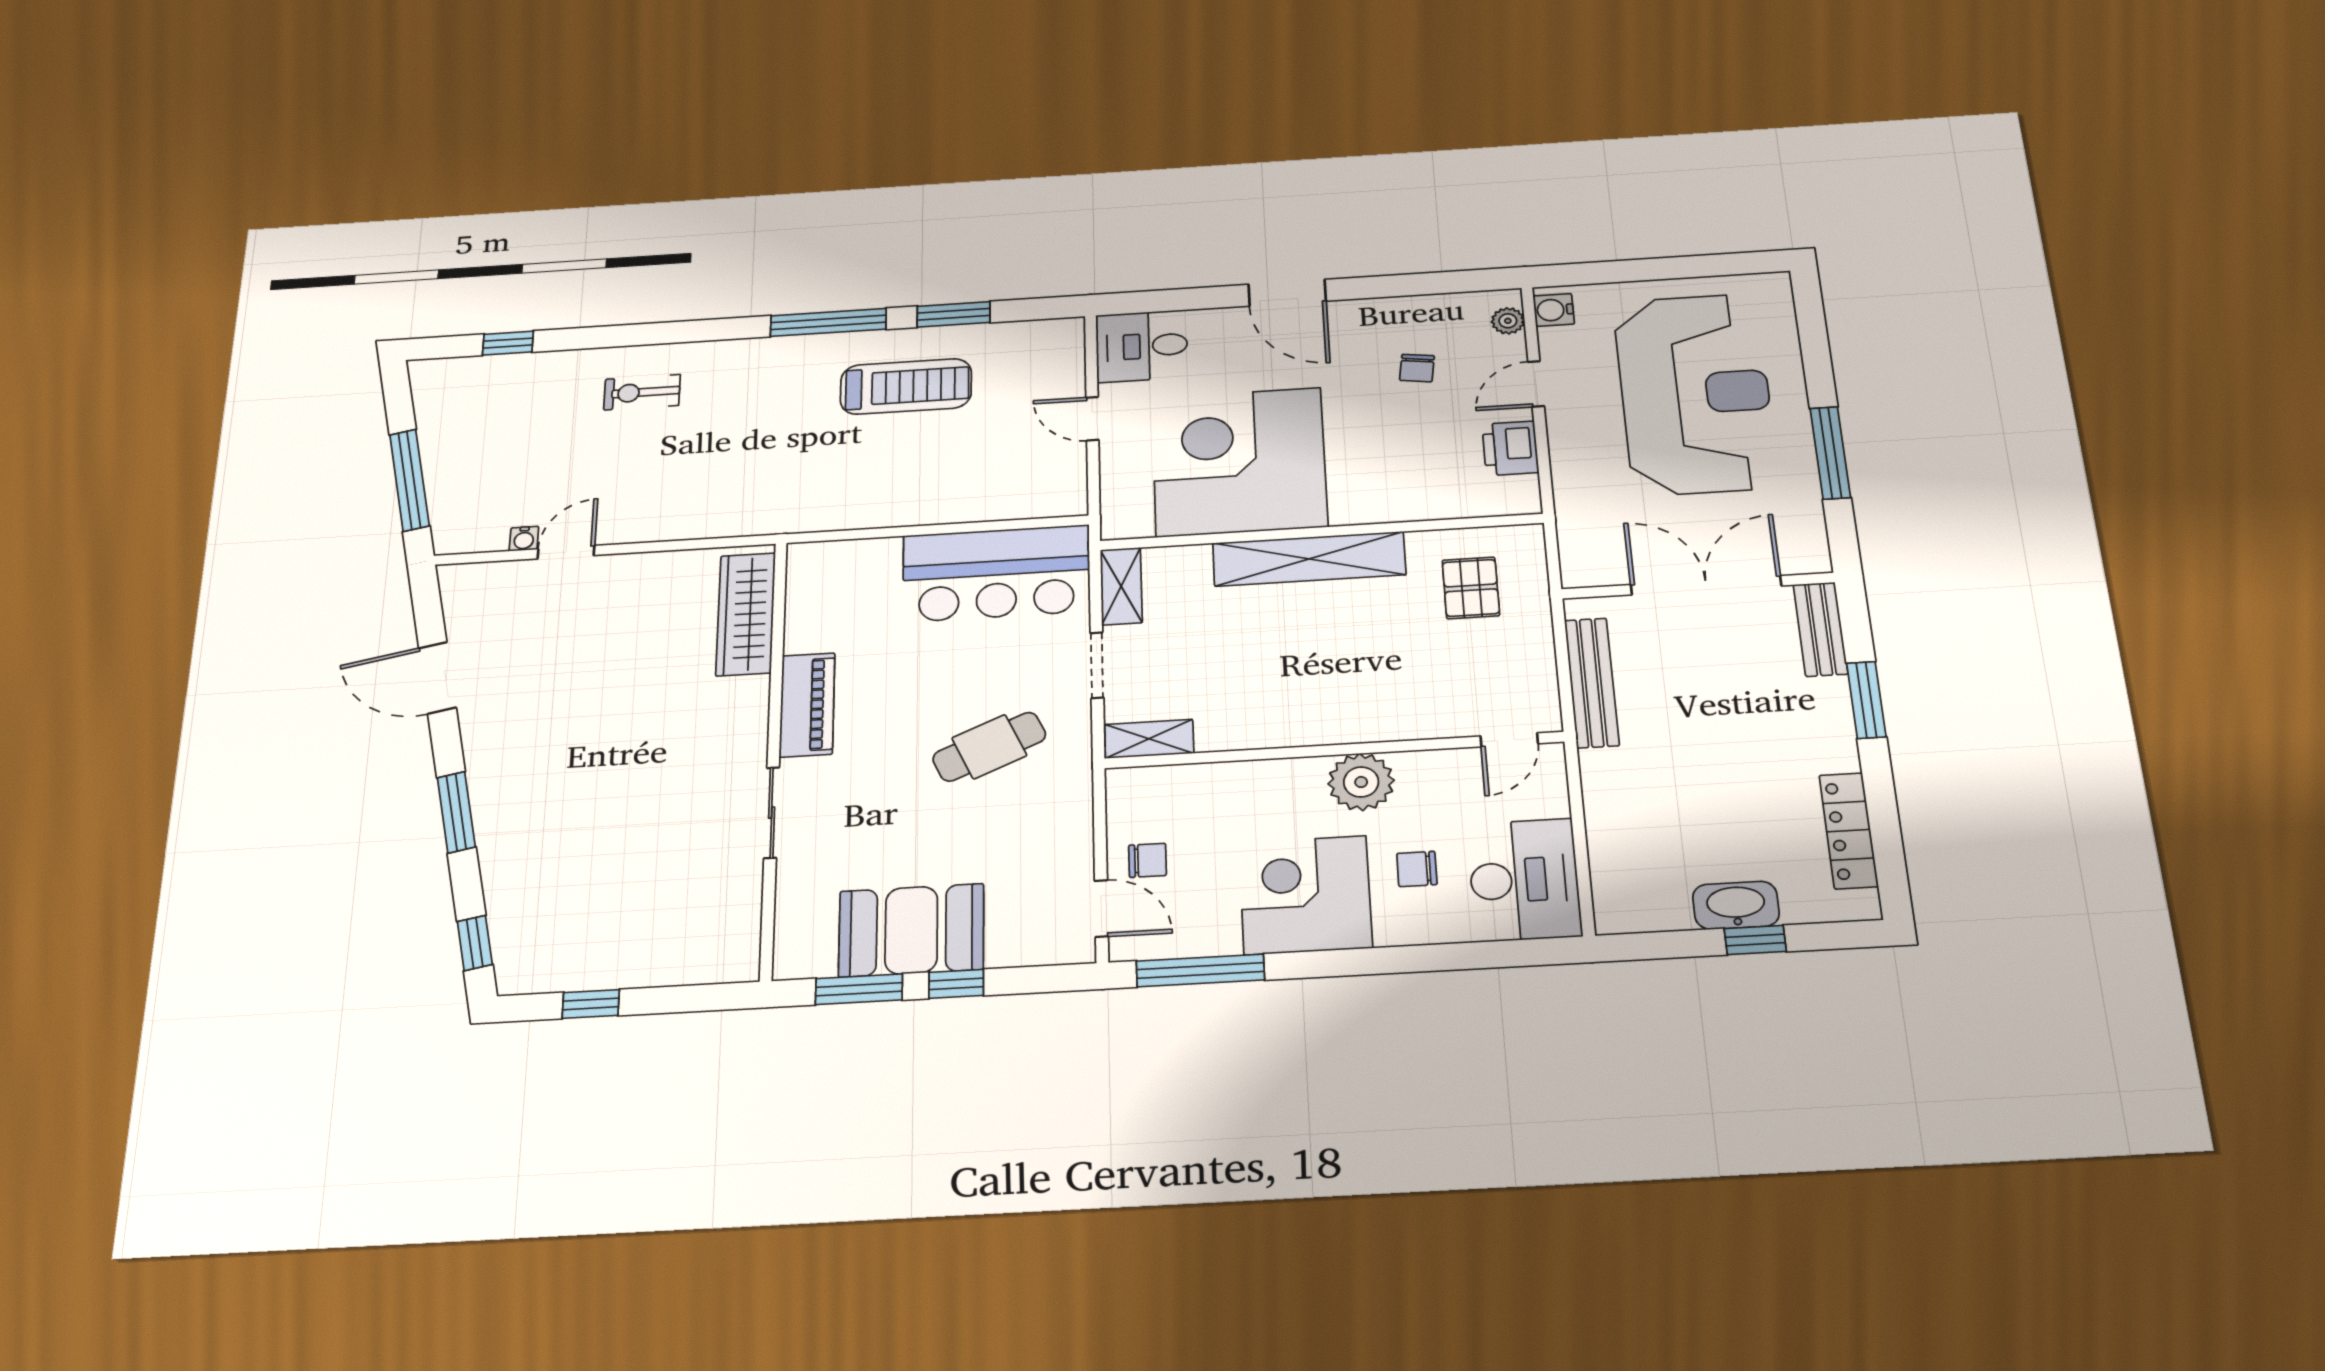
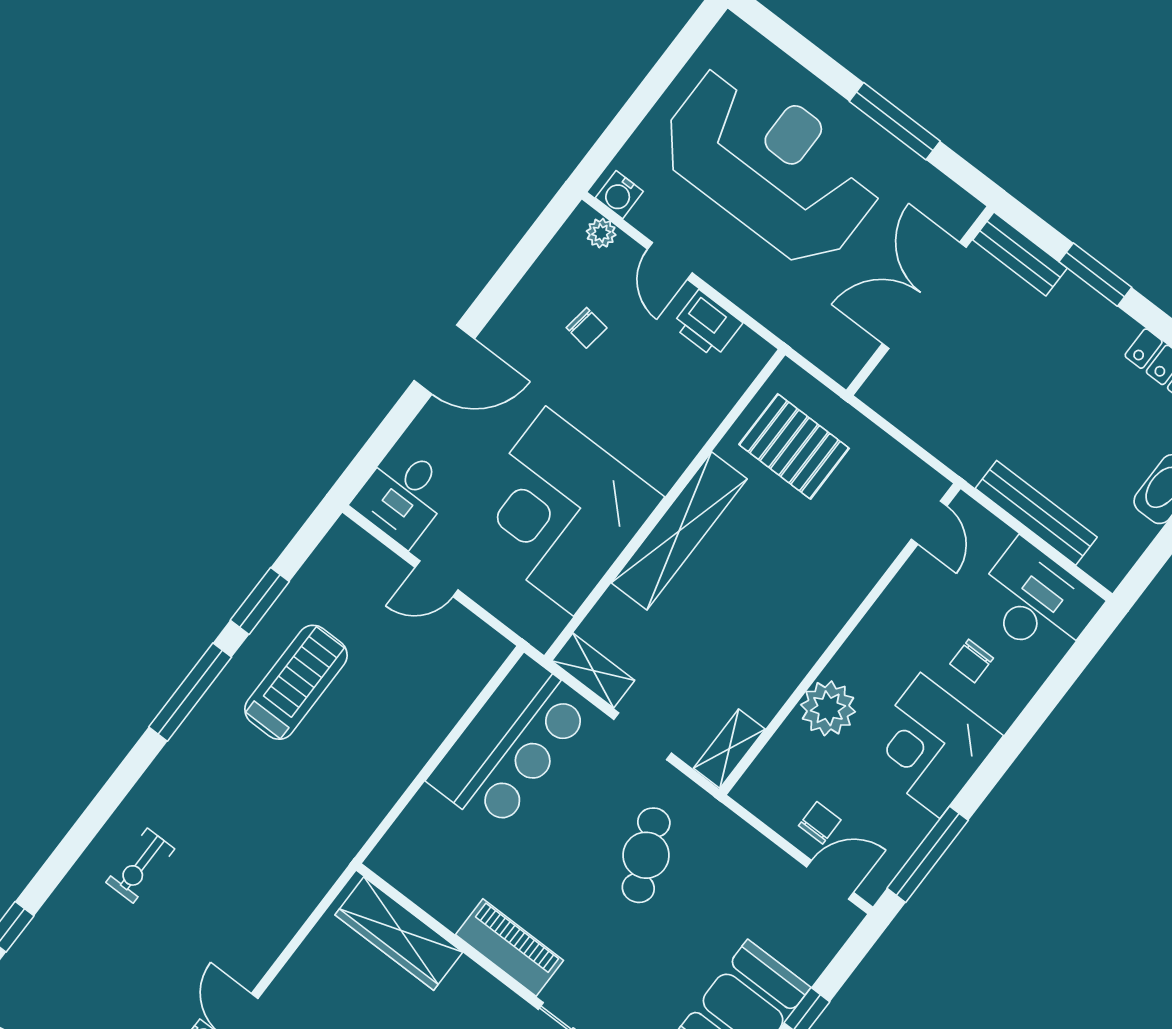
pallet: (1471, 588) -> (794, 446), width x1.50, depth x1.42
bench: (1592, 683) -> (1036, 513), moved
plant: (1361, 782) -> (828, 708), moved

